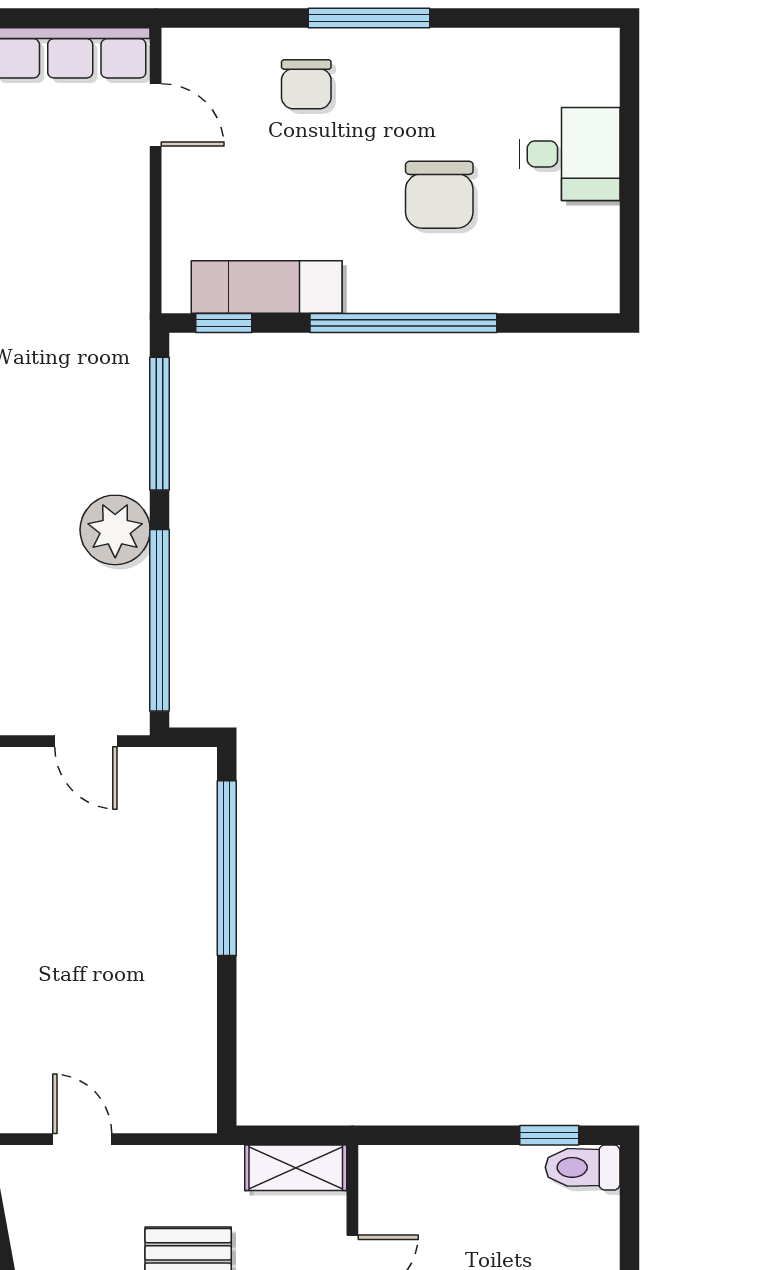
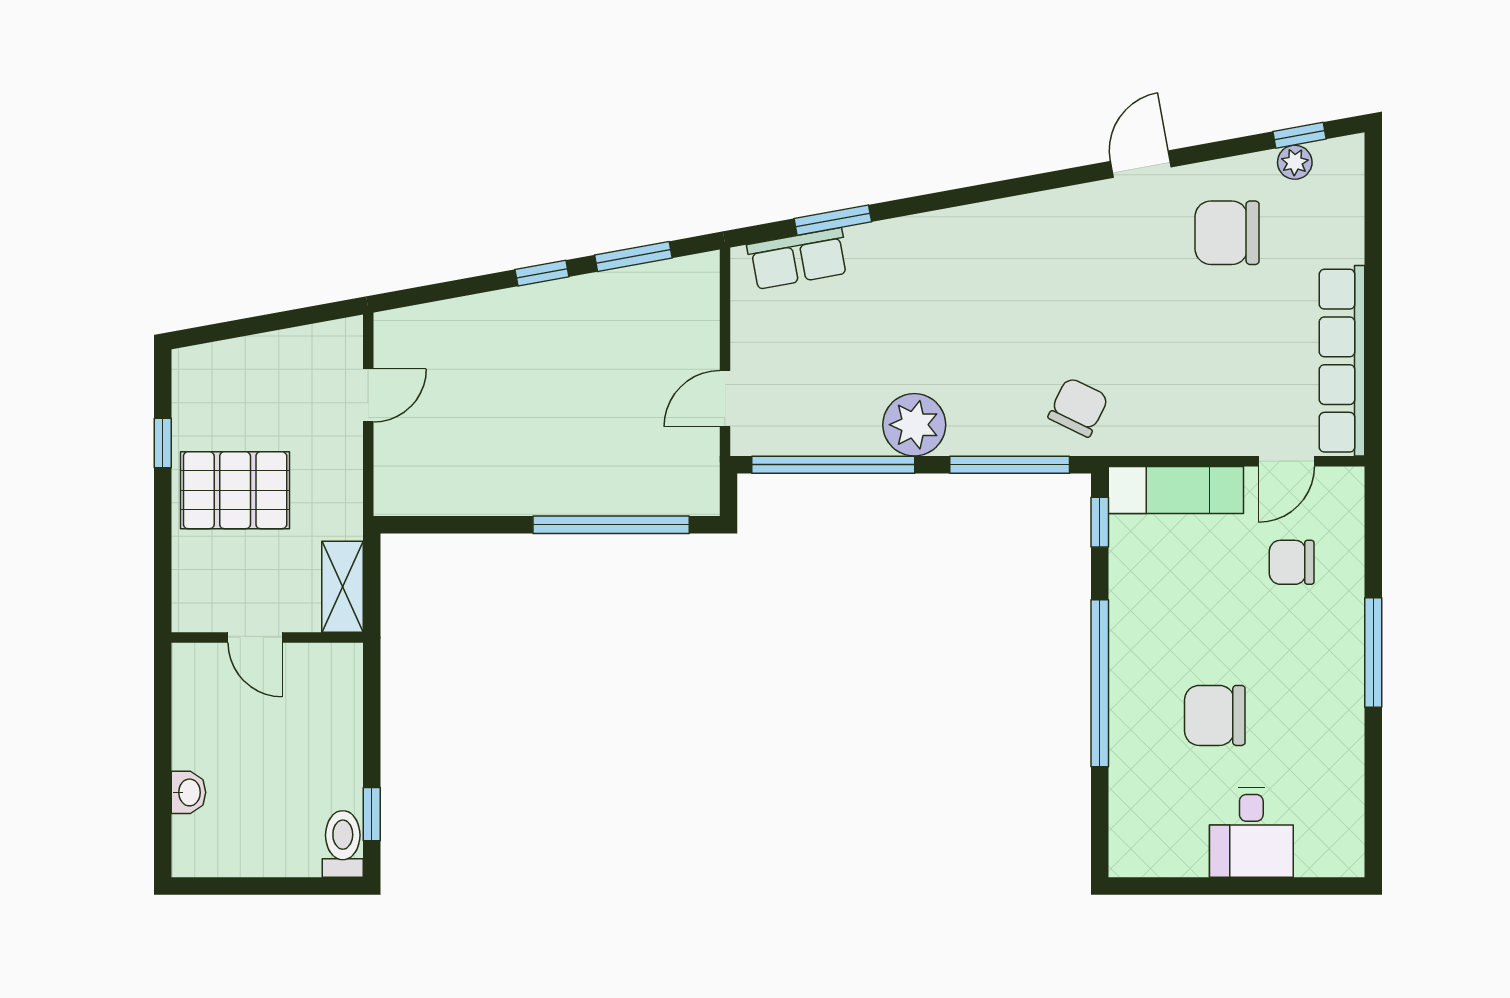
chair: (306, 84) -> (1292, 562), moved
exam couch: (267, 287) -> (1176, 490), moved, turned 90
chair: (96, 347) -> (1078, 407), added

